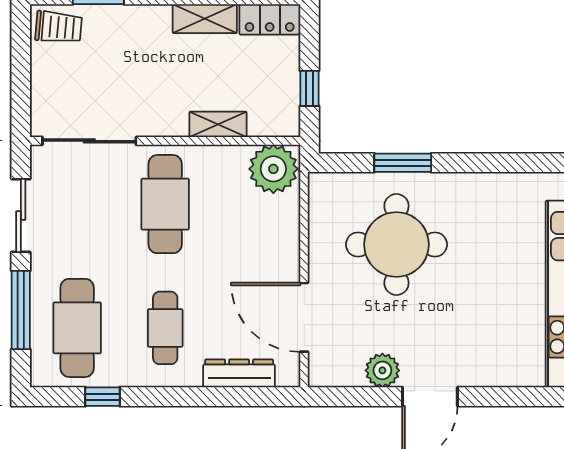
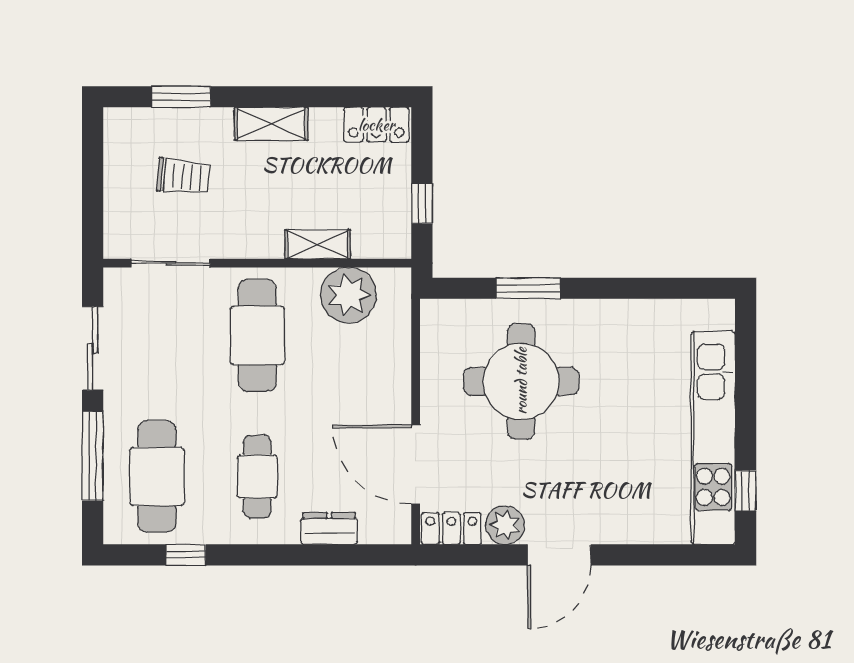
shelving: (205, 19) -> (271, 124), moved
trolley: (59, 27) -> (183, 176), moved
sliding door: (89, 141) -> (171, 263), width x0.73
plant: (273, 169) -> (349, 295), moved
dresser: (239, 373) -> (329, 528), width x0.70
locker: (335, 374) -> (451, 529), added

